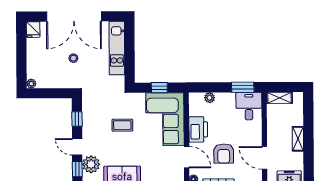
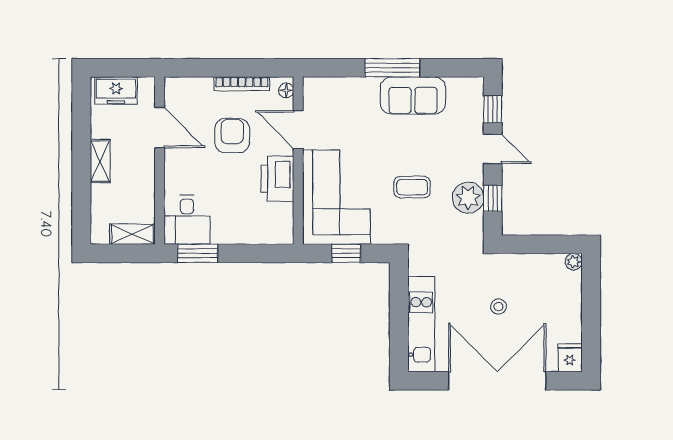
plant: (210, 98) -> (257, 235), removed
plant: (91, 164) -> (468, 198), moved

